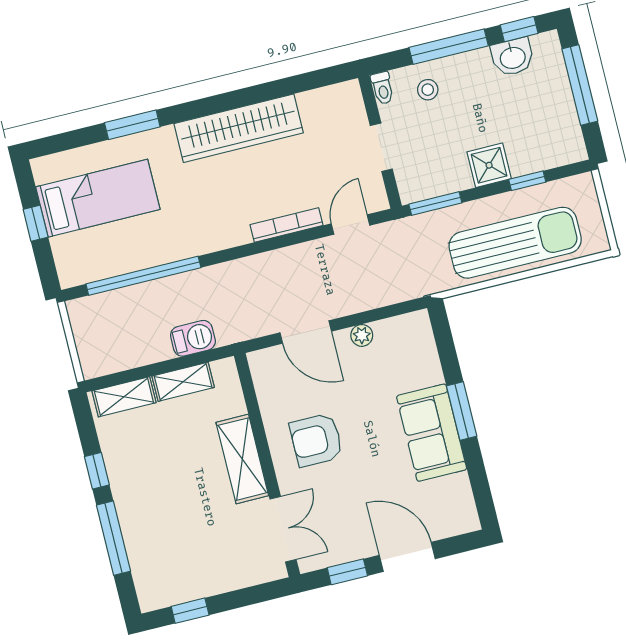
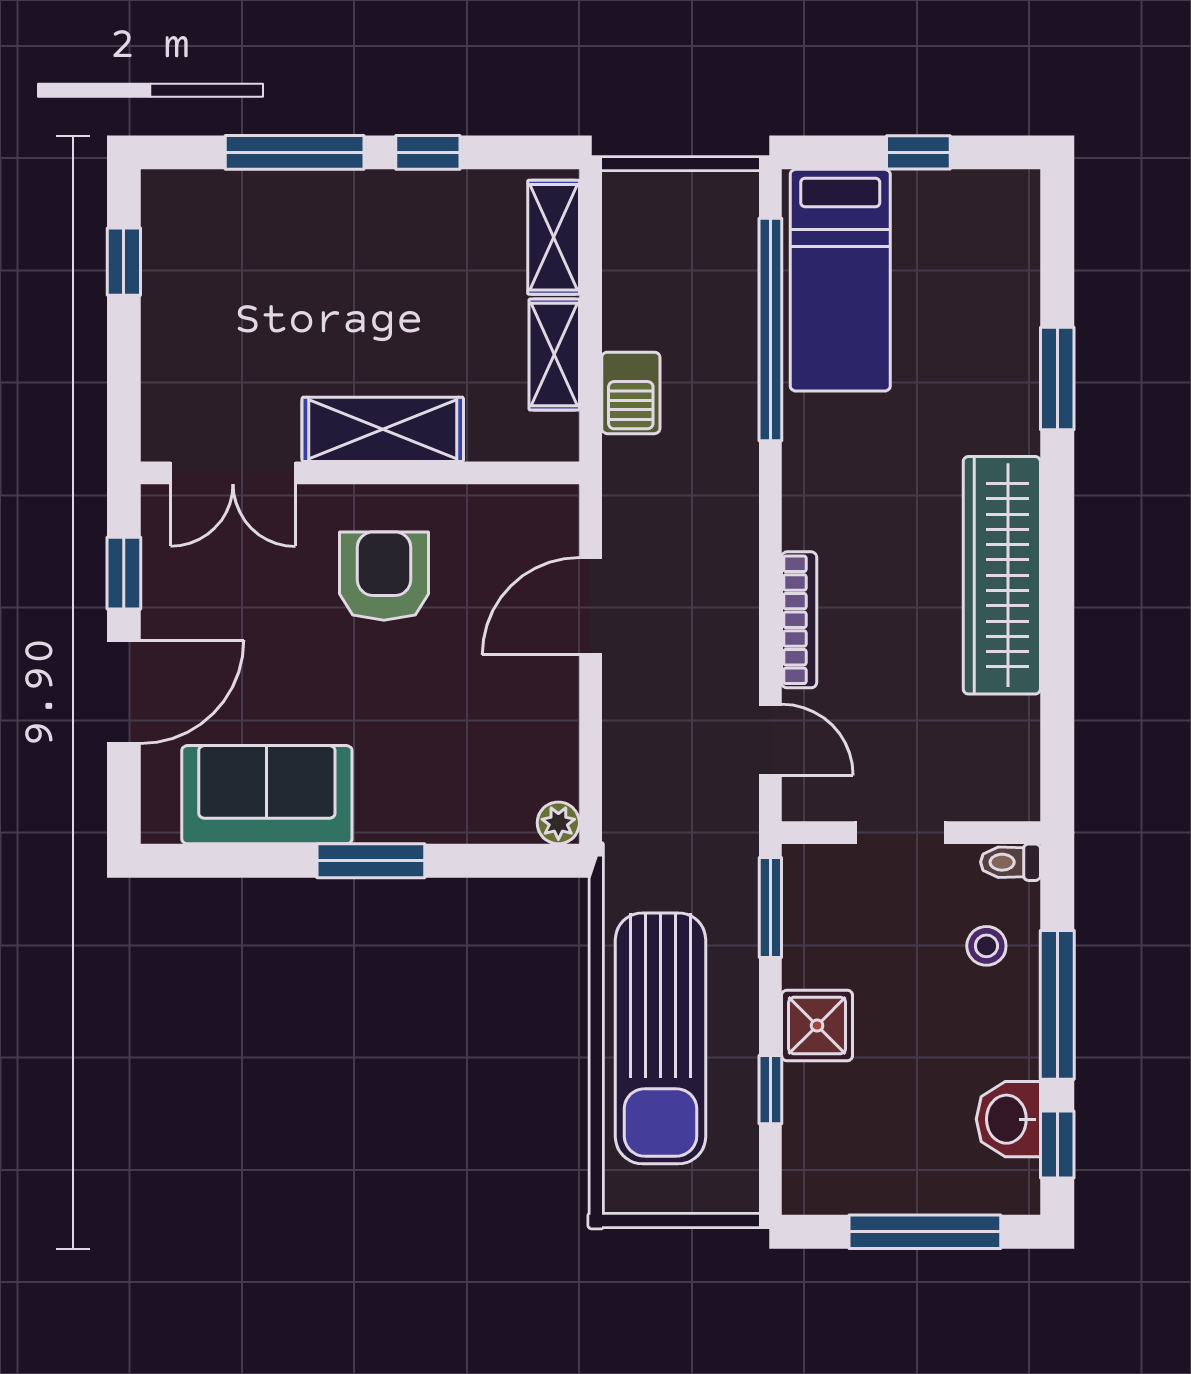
bed: (98, 198) -> (840, 280), moved
plant: (362, 335) -> (558, 823), moved
sofa: (432, 433) -> (267, 795), moved

